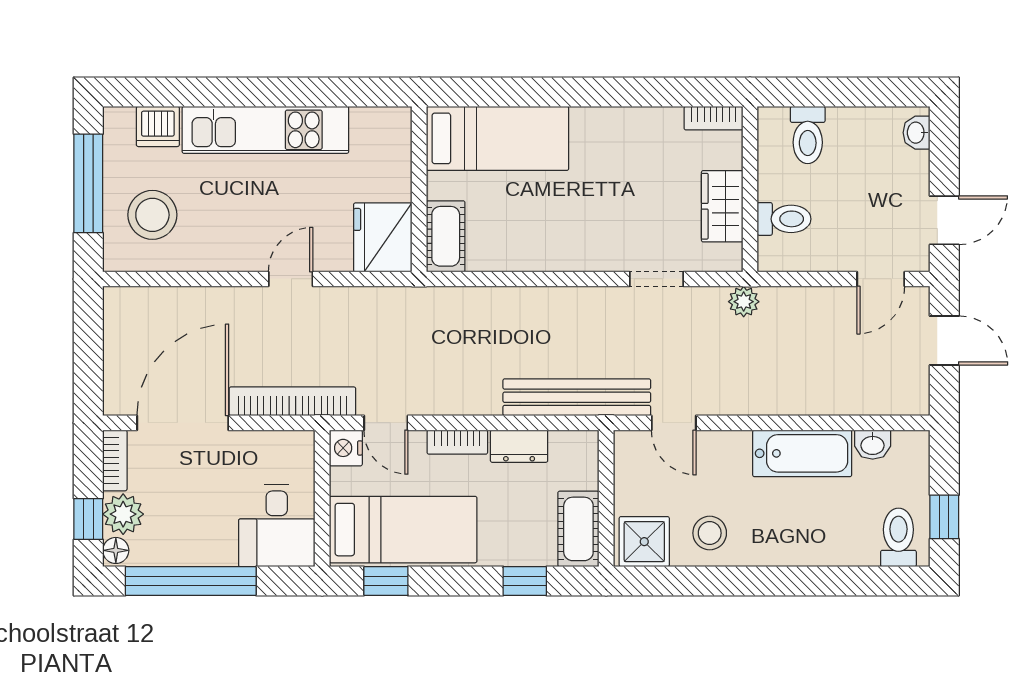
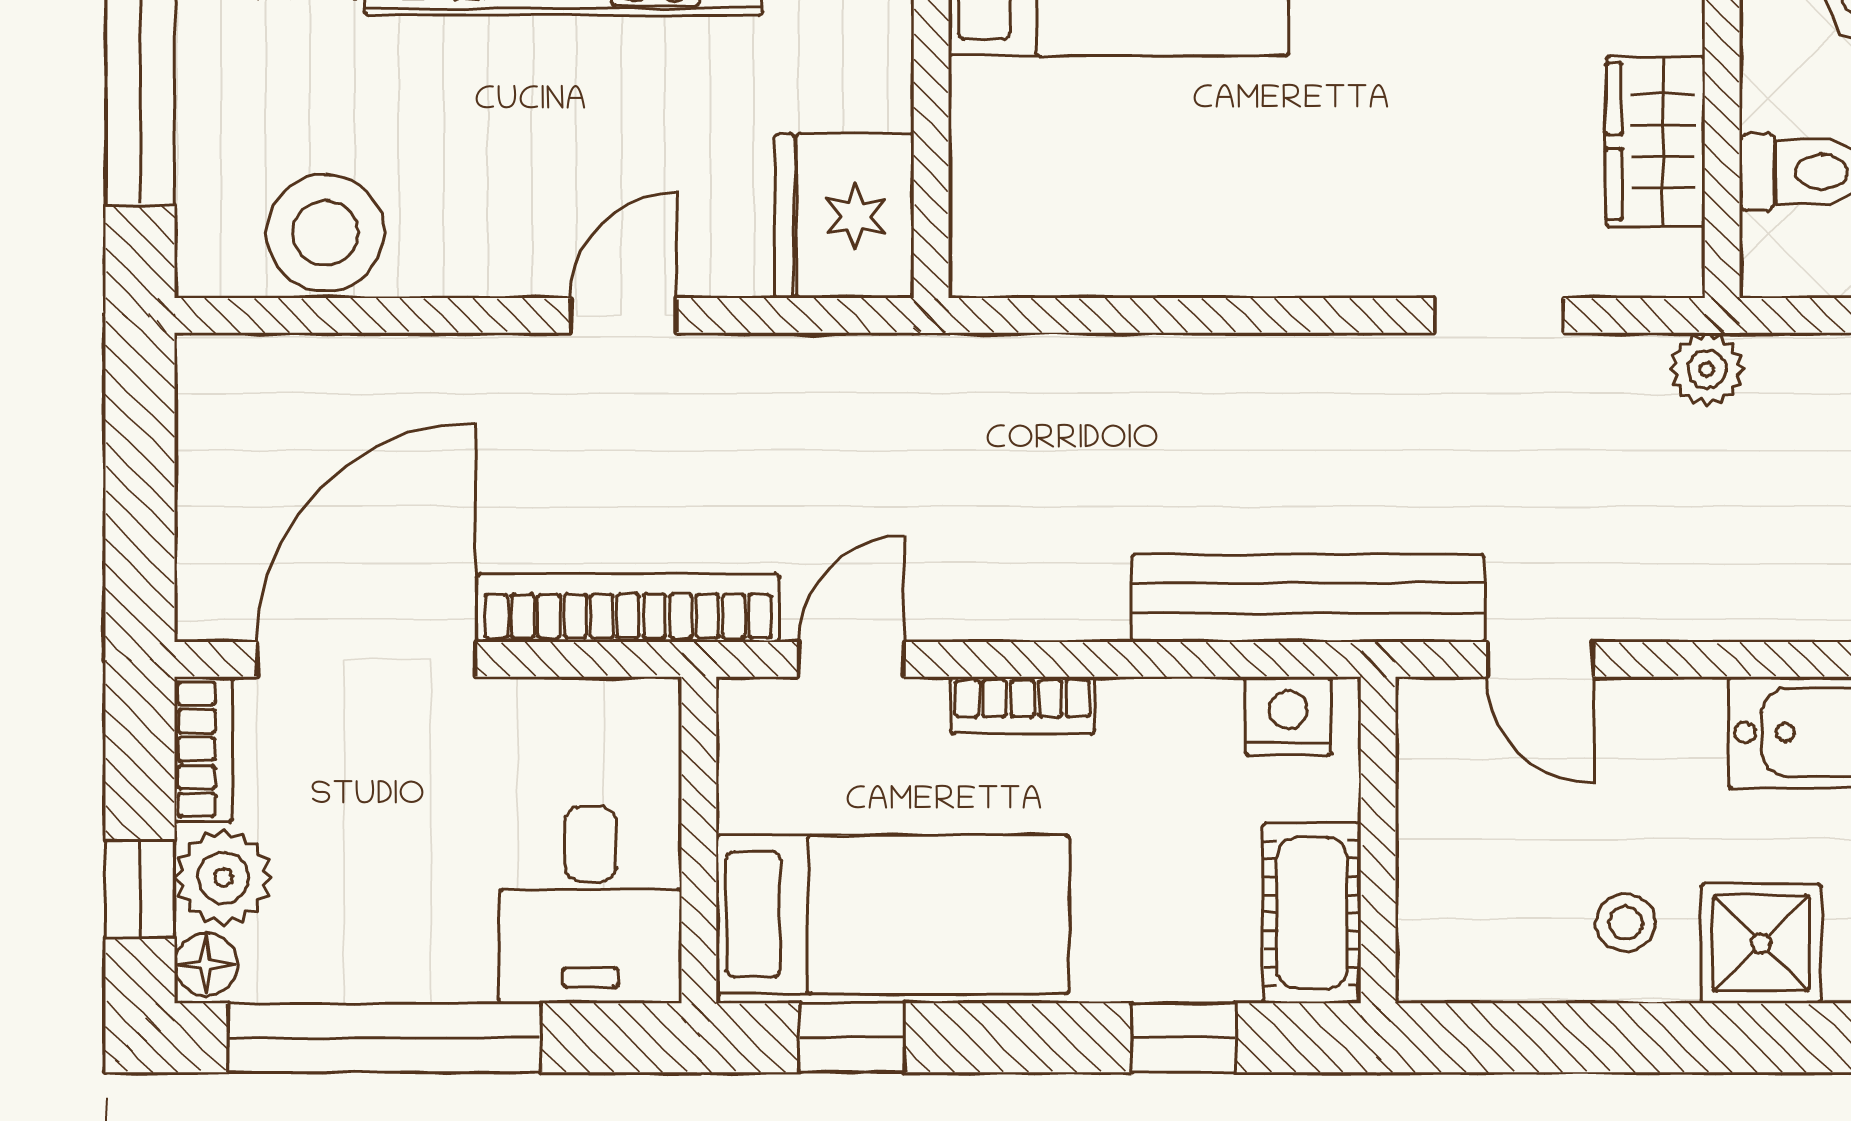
stool: (152, 215) -> (325, 233), moved
cot: (446, 236) -> (994, 213), removed
door: (386, 423) -> (852, 659), swing flipped
dresser: (519, 446) -> (1170, 715), removed
nightstand: (346, 448) -> (1288, 716), moved, turned 90
stool: (710, 533) -> (1626, 923), width x0.73, depth x0.73
shower: (644, 542) -> (1761, 943), moved

